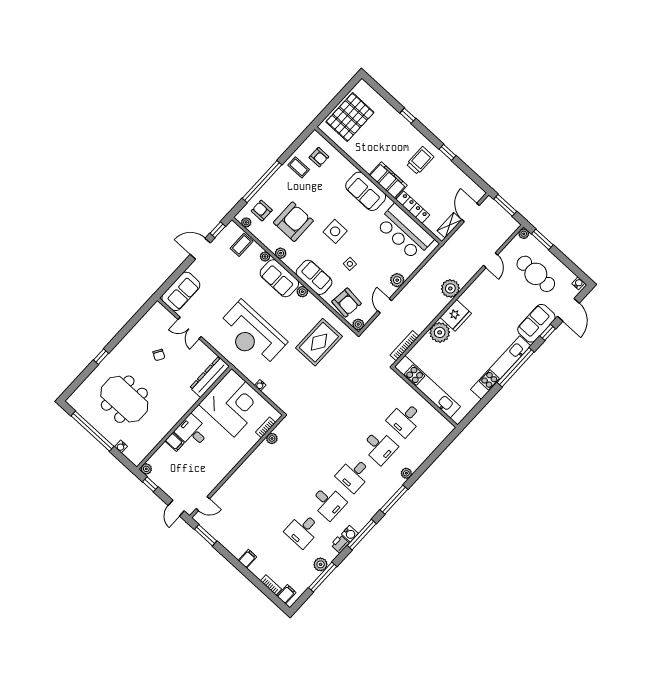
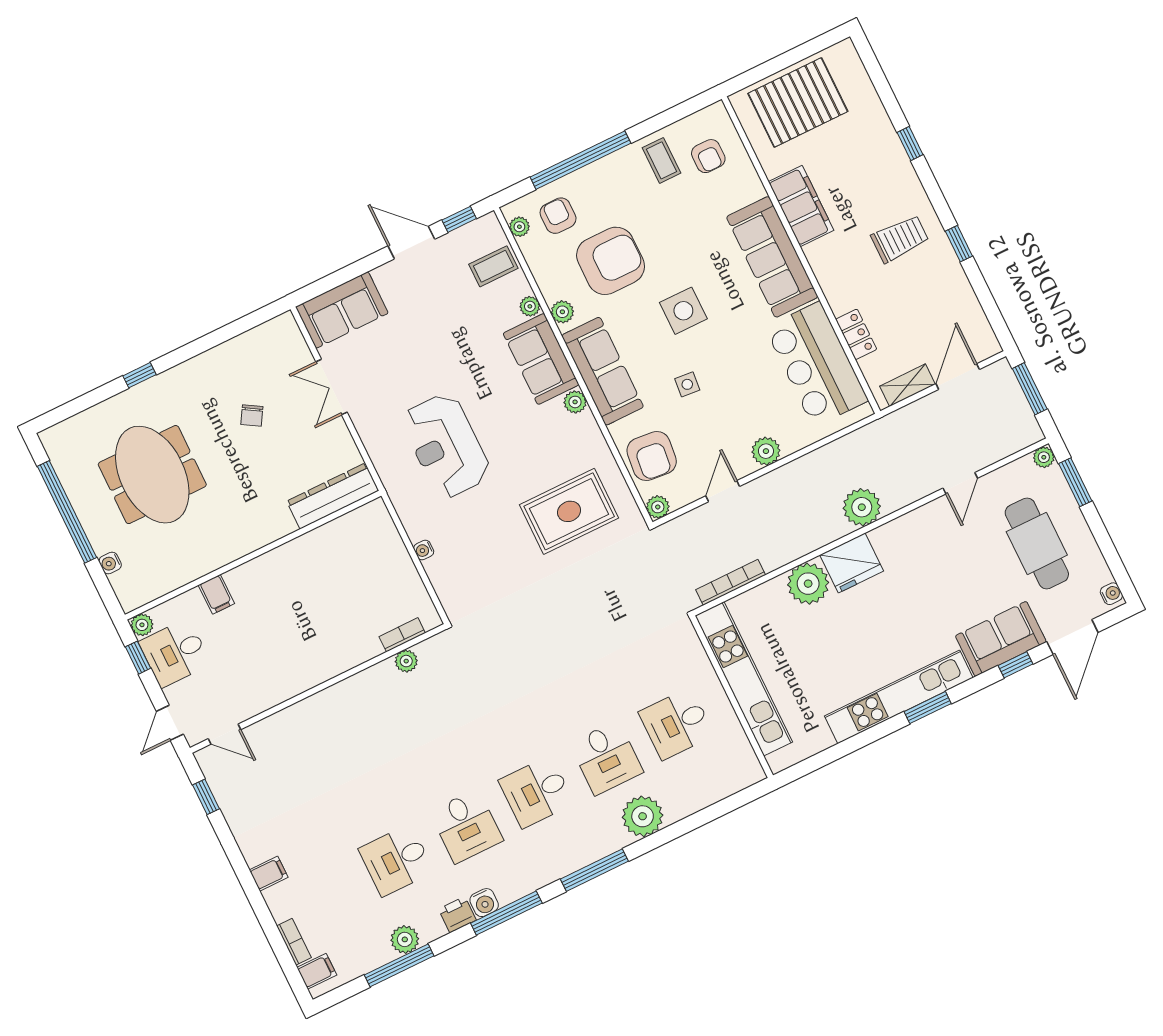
filing cabinet: (388, 180) -> (801, 206), moved
sofa: (366, 191) -> (772, 257), width x1.36
locker: (413, 207) -> (856, 334), width x0.66
sofa: (314, 277) -> (603, 371), width x1.36
reception desk: (252, 334) -> (446, 446), width x0.74, depth x0.77
window: (516, 367) -> (928, 708), width x0.47
corner desk: (233, 403) -> (358, 563), removed
desk: (192, 431) -> (175, 653), moved, turned -90
plant: (406, 473) -> (643, 816), width x1.87, depth x1.87
window: (206, 535) -> (206, 797), width x0.67

